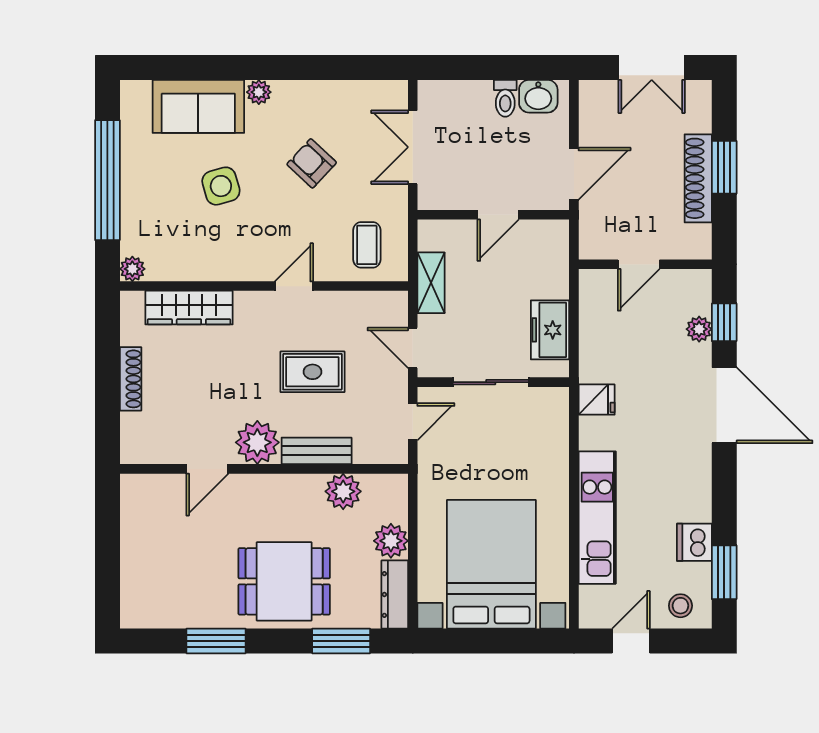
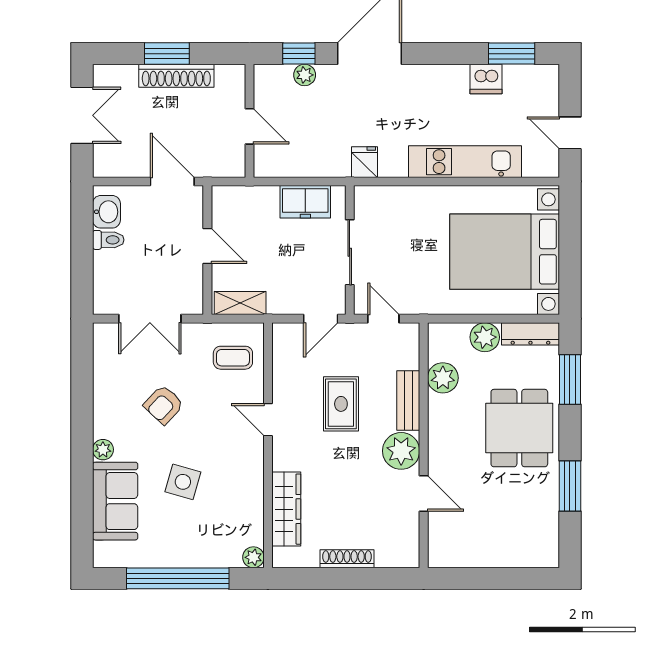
side table: (221, 186) -> (183, 482), turned 32
shelving: (431, 283) -> (240, 303), moved
stool: (680, 606) -> (540, 91), removed

